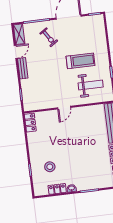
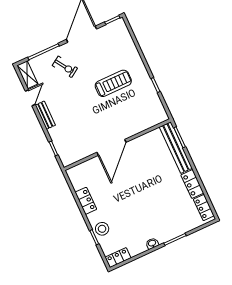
weight bench: (91, 85) -> (135, 109), removed
door: (64, 108) -> (112, 147), width x1.87
locker: (30, 123) -> (86, 201), moved
stool: (50, 167) -> (102, 229), moved
locker: (57, 189) -> (118, 258), moved

